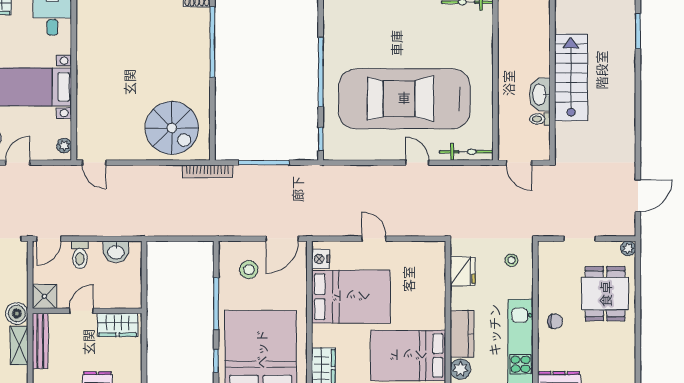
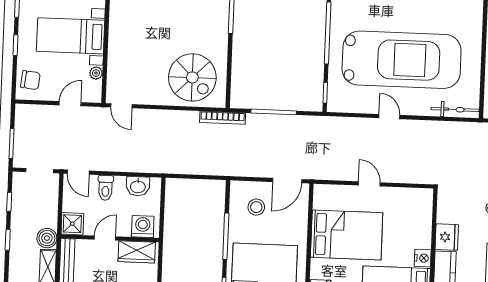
car: (404, 99) -> (402, 60), turned 180
plant: (64, 146) -> (96, 73), moved
door: (18, 163) -> (70, 104), moved
door: (417, 163) -> (389, 117), moved
door: (49, 239) -> (78, 172), hinge flipped
nightstand: (321, 259) -> (423, 258), moved, turned 180
fridge: (463, 271) -> (447, 237), moved
washing machine: (123, 296) -> (143, 227), added

